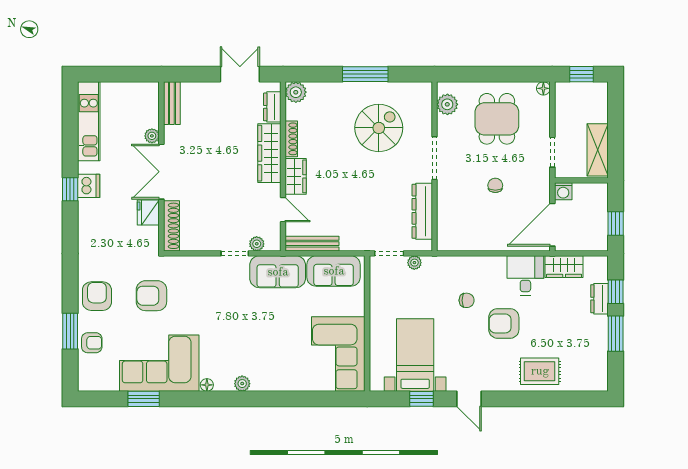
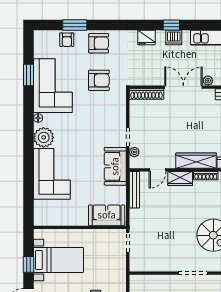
dresser: (422, 211) -> (156, 265), removed
fridge: (148, 213) -> (147, 37), moved, turned 180
plant: (414, 263) -> (121, 260), removed
sofa: (334, 271) -> (107, 215), moved, turned 90
armchair: (151, 296) -> (99, 80), turned 90
corner sofa: (338, 354) -> (52, 174), moved, turned 90
plant: (242, 384) -> (44, 137), width x1.88, depth x1.88

